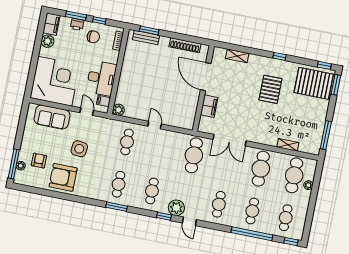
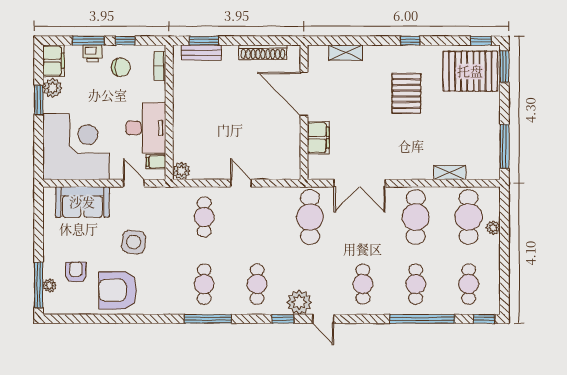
window: (37, 47) -> (39, 100), added
window: (117, 207) -> (208, 319), width x1.44

